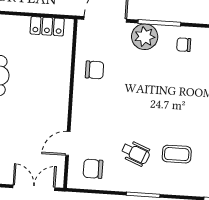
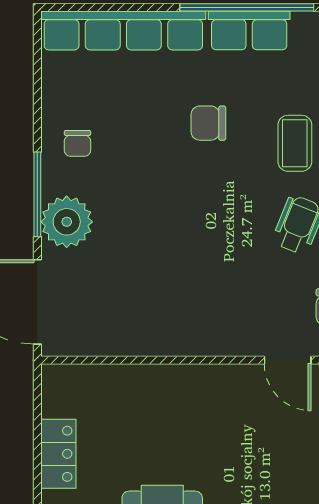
locker: (47, 26) -> (58, 454), moved
chair: (94, 70) -> (208, 123), moved, turned -90

